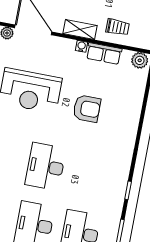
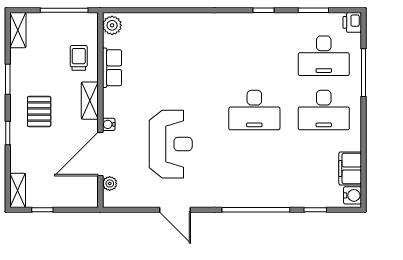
water cooler: (81, 46) -> (109, 124), moved
armchair: (87, 109) -> (179, 75), removed

